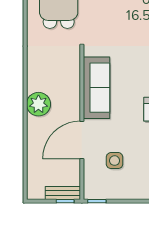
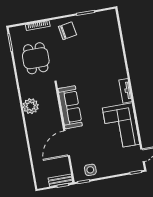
plant: (38, 104) -> (31, 106), moved
side table: (115, 161) -> (90, 170), moved

